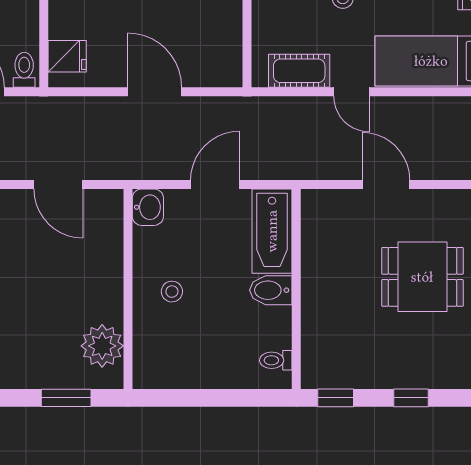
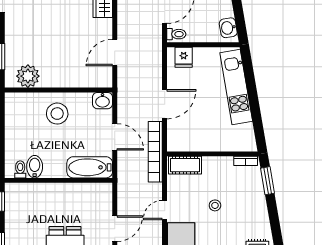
cot: (299, 71) -> (185, 165), moved, turned 90
bookcase: (243, 109) -> (155, 152), added
bidet: (271, 290) -> (35, 167), moved
stool: (172, 292) -> (57, 114), width x1.89, depth x1.89

